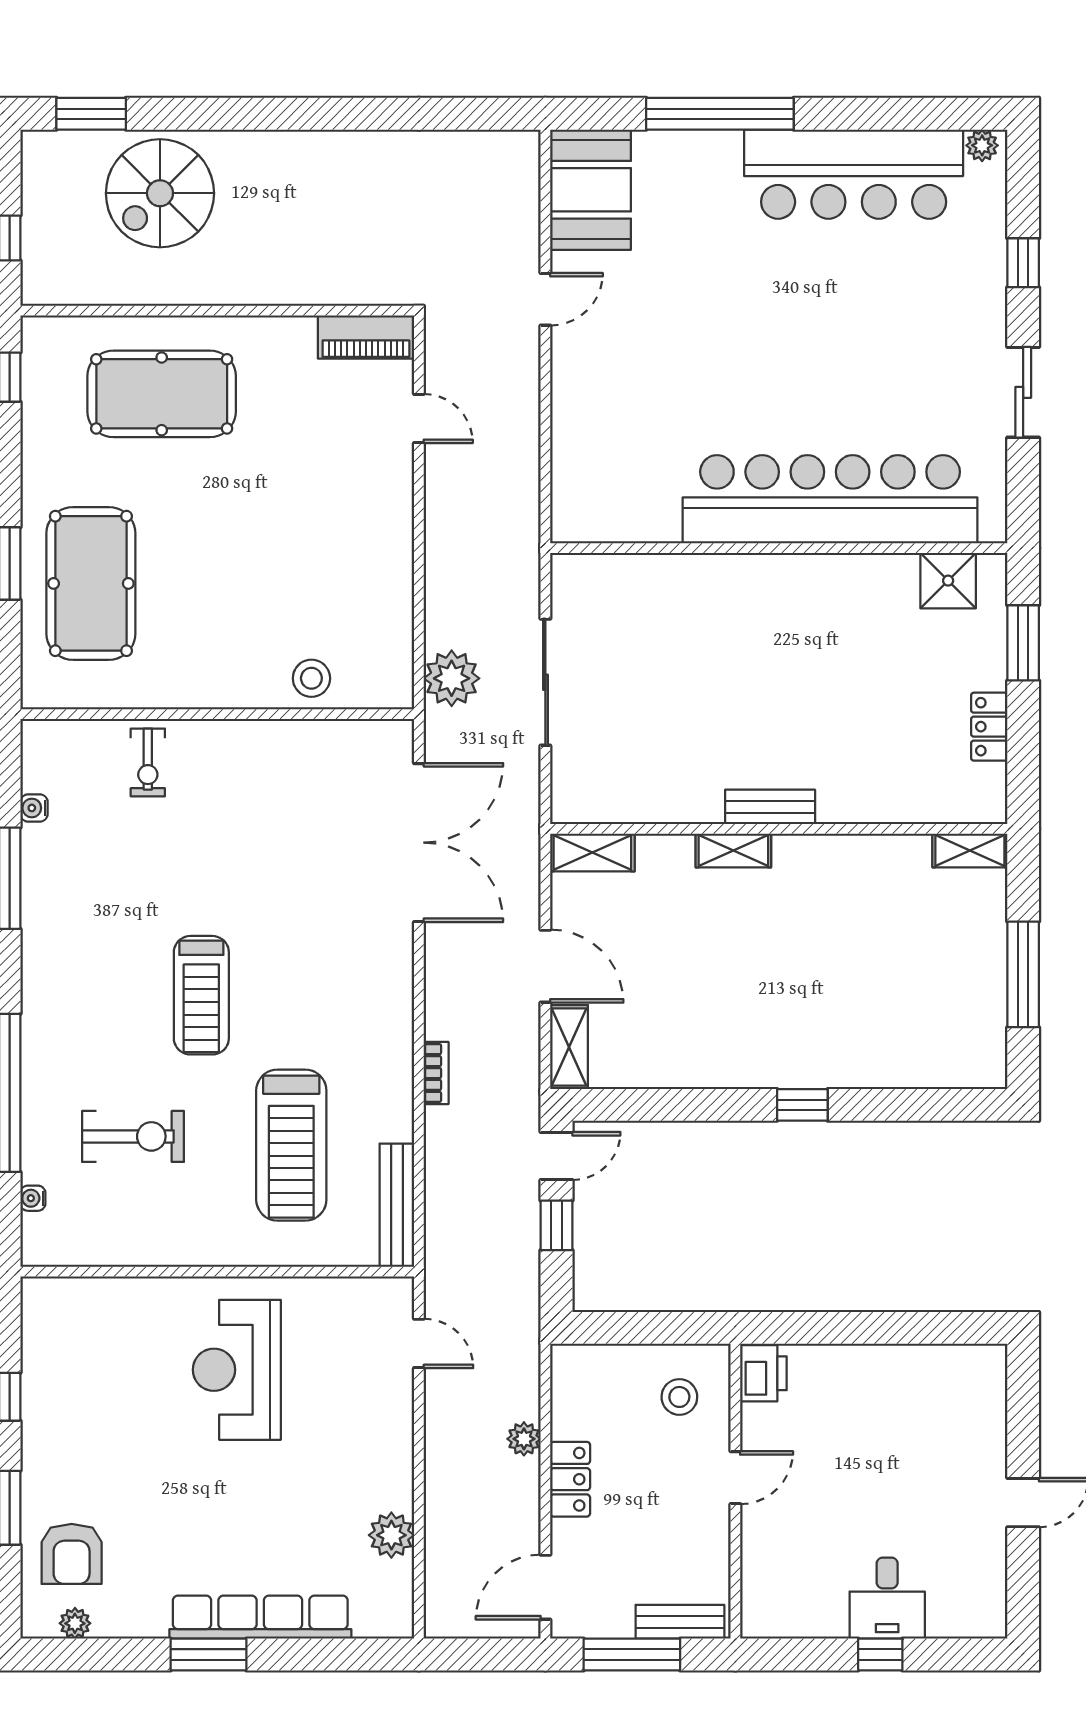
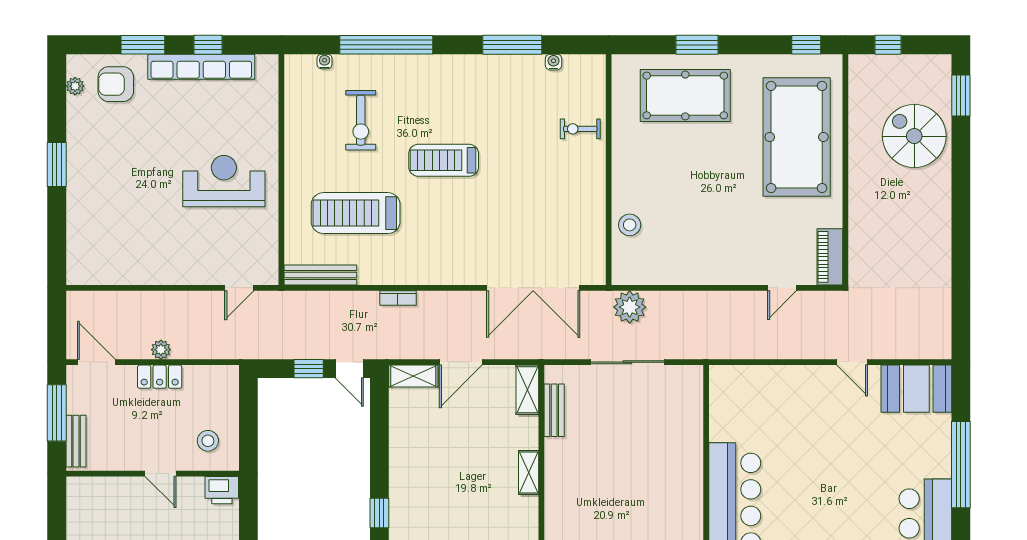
pool table: (162, 394) -> (797, 137), width x1.36, depth x1.32
bench: (770, 807) -> (554, 410), moved
plant: (524, 1439) -> (161, 350), moved
plant: (391, 1535) -> (127, 272), removed
row of seats: (260, 1617) -> (201, 67), moved, turned 90

